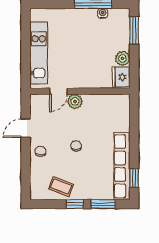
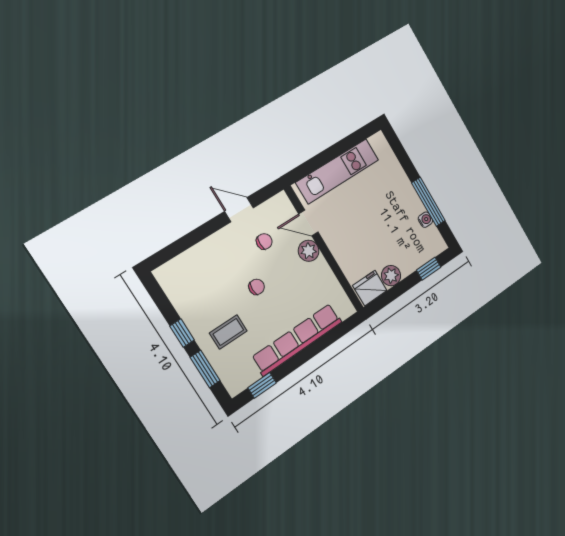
window: (134, 30) -> (429, 269), width x0.67
chair: (40, 151) -> (264, 241), moved
row of seats: (122, 166) -> (297, 339), moved
coffee table: (61, 187) -> (228, 332), moved, turned 69

